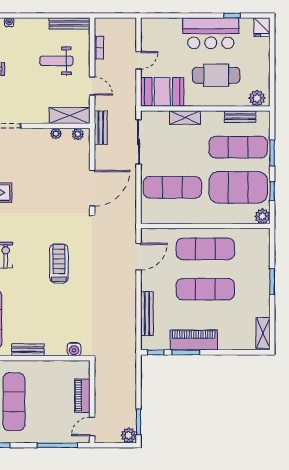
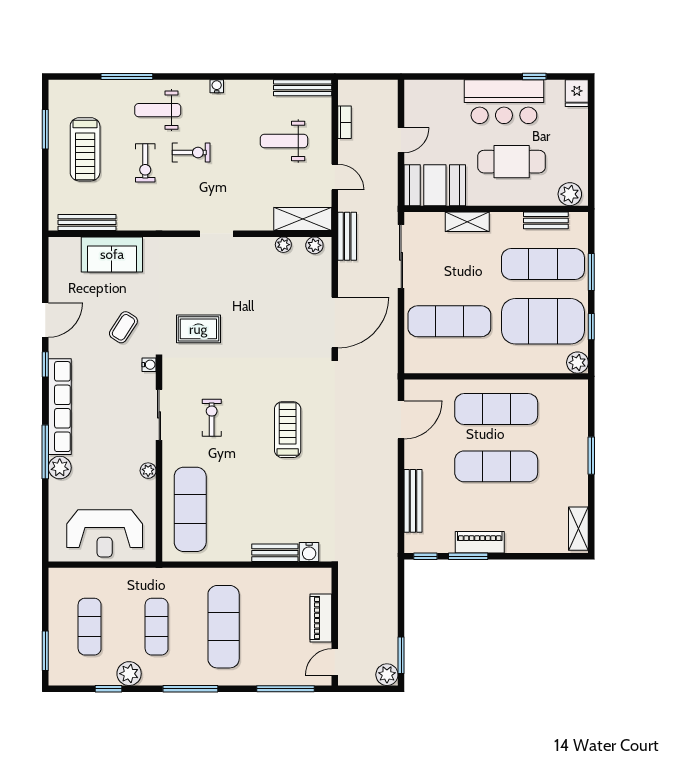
piano: (194, 340) -> (480, 542), width x0.73, depth x0.75
bench: (28, 350) -> (275, 553), moved

